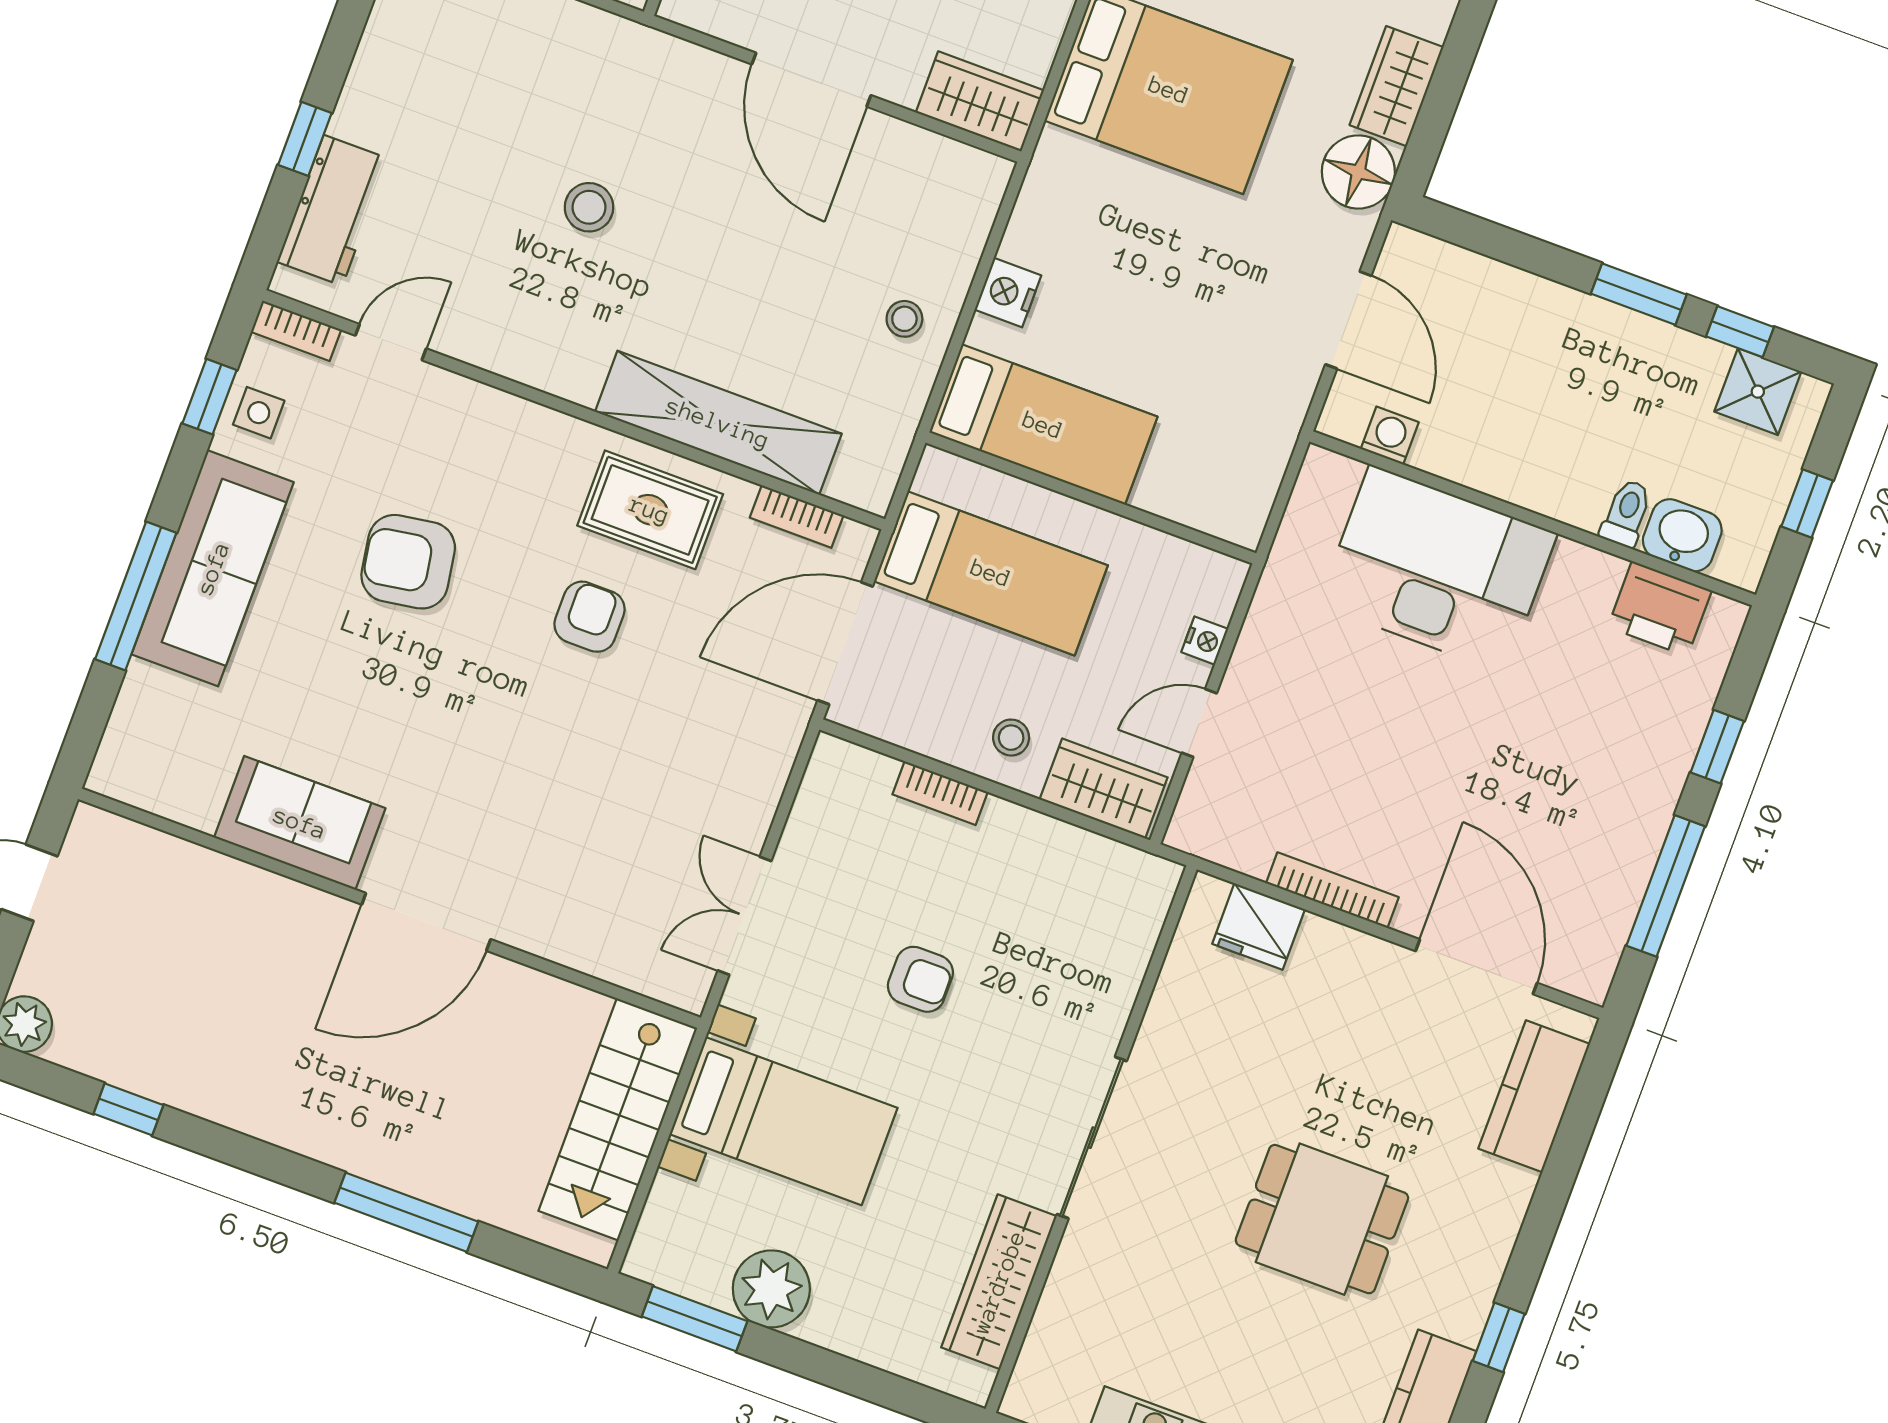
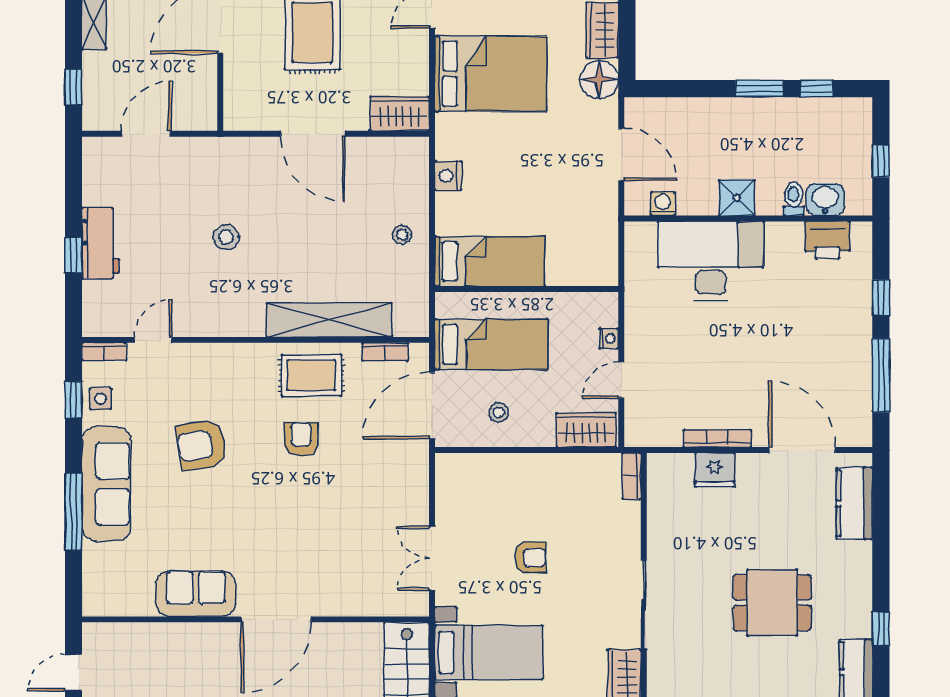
workbench: (333, 210) -> (100, 243), moved
nightstand: (1008, 293) -> (448, 176), moved
shower: (1758, 392) -> (737, 198), moved
stool: (1011, 738) -> (499, 412), moved
bookcase: (940, 793) -> (632, 476), moved, turned 90
fridge: (1259, 927) -> (715, 470), moved

